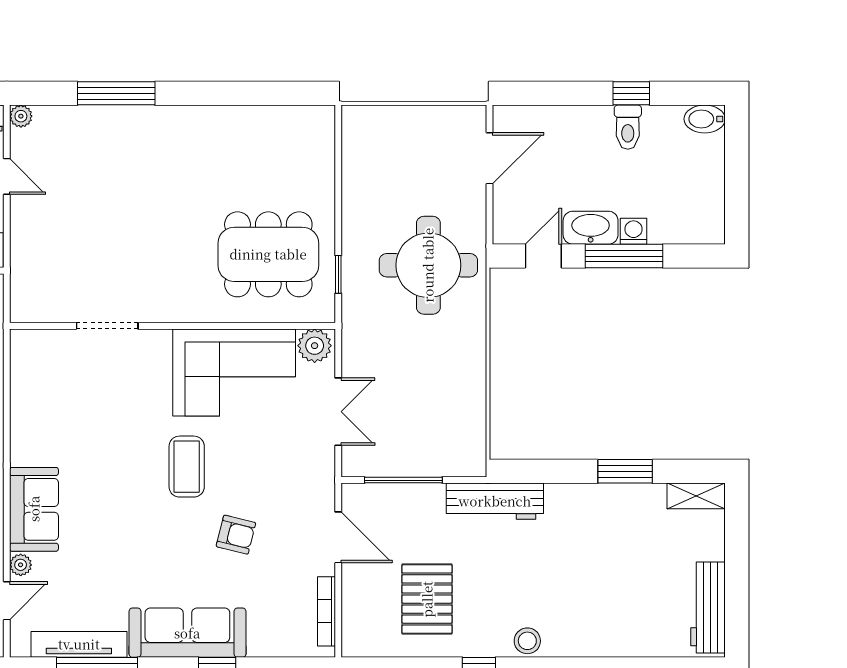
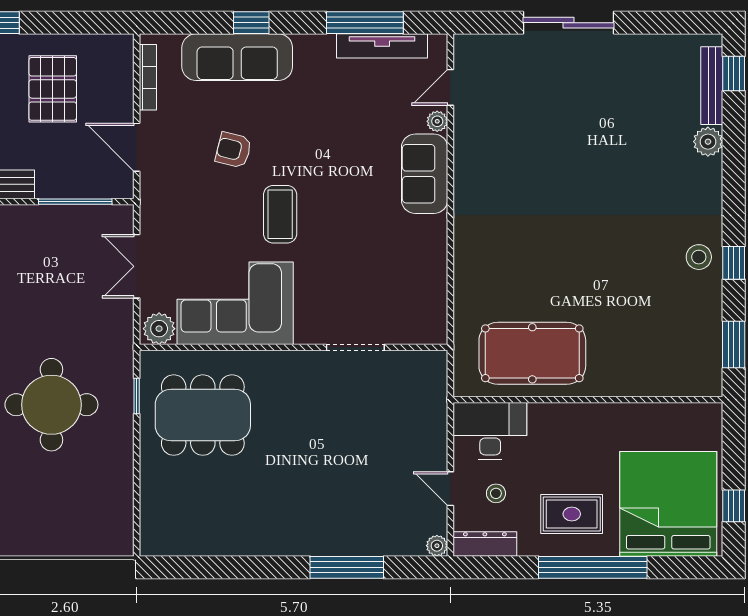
sofa: (187, 633) -> (237, 57), moved

